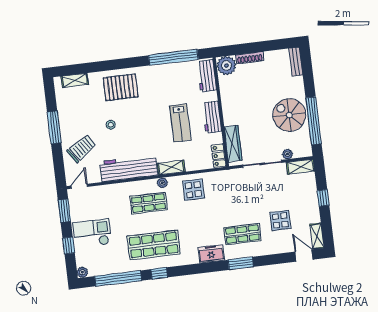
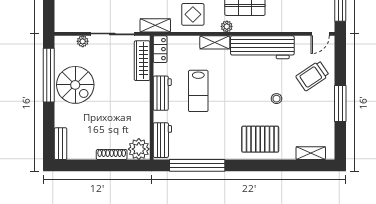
lab bench: (180, 123) -> (198, 91), turned 180
shelving: (301, 167) -> (155, 25), moved

